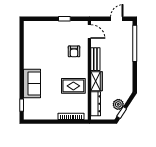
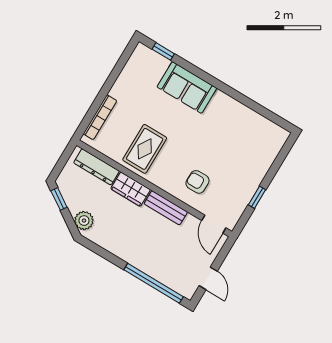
door: (89, 32) -> (214, 224), hinge flipped
plant: (118, 104) -> (84, 221), moved

